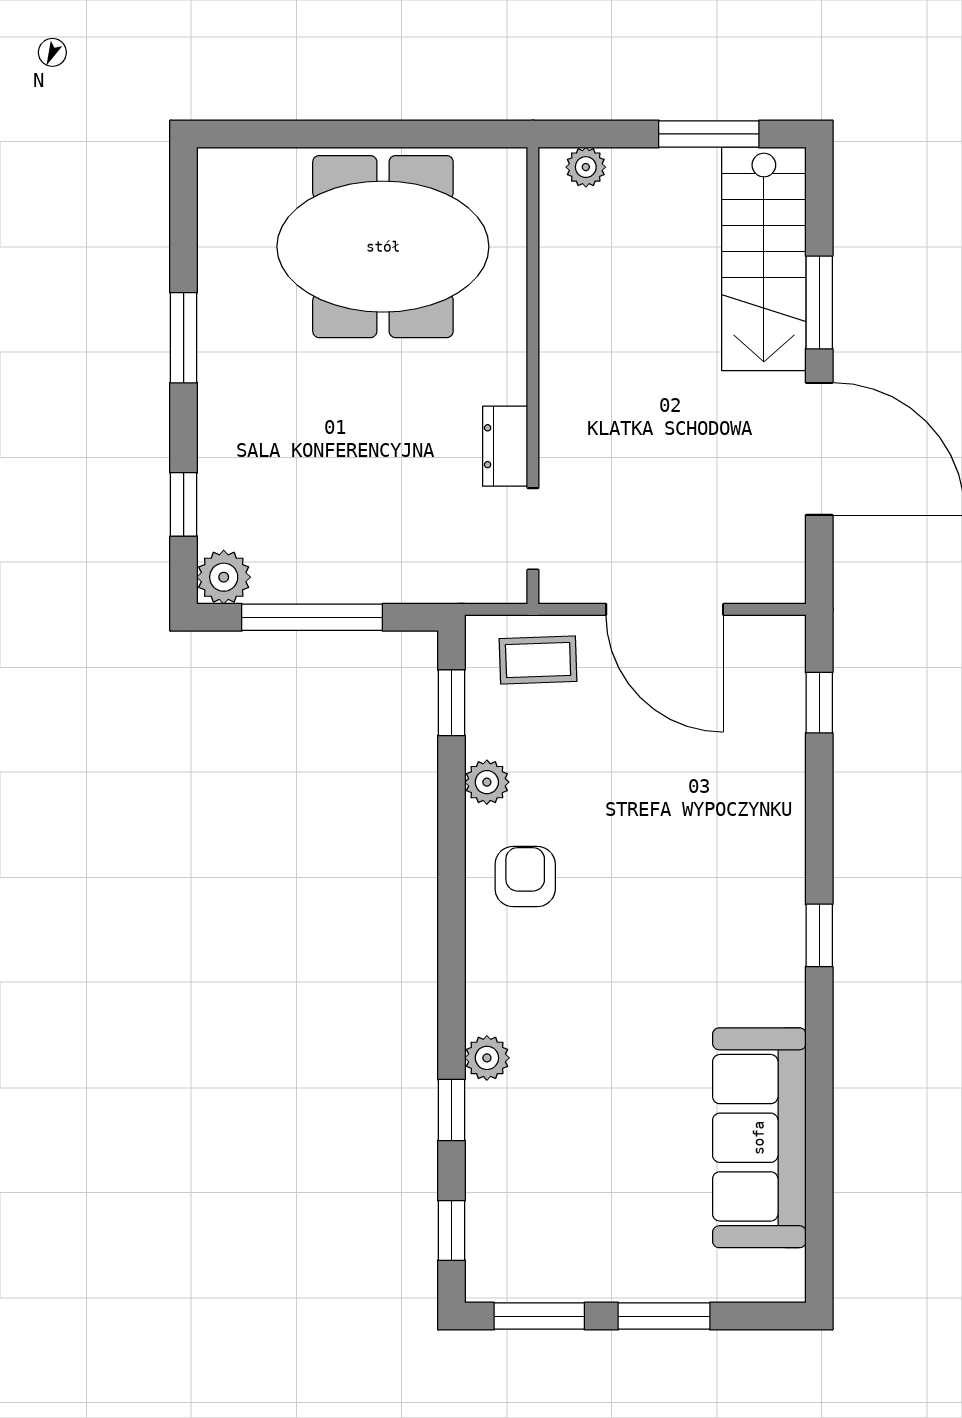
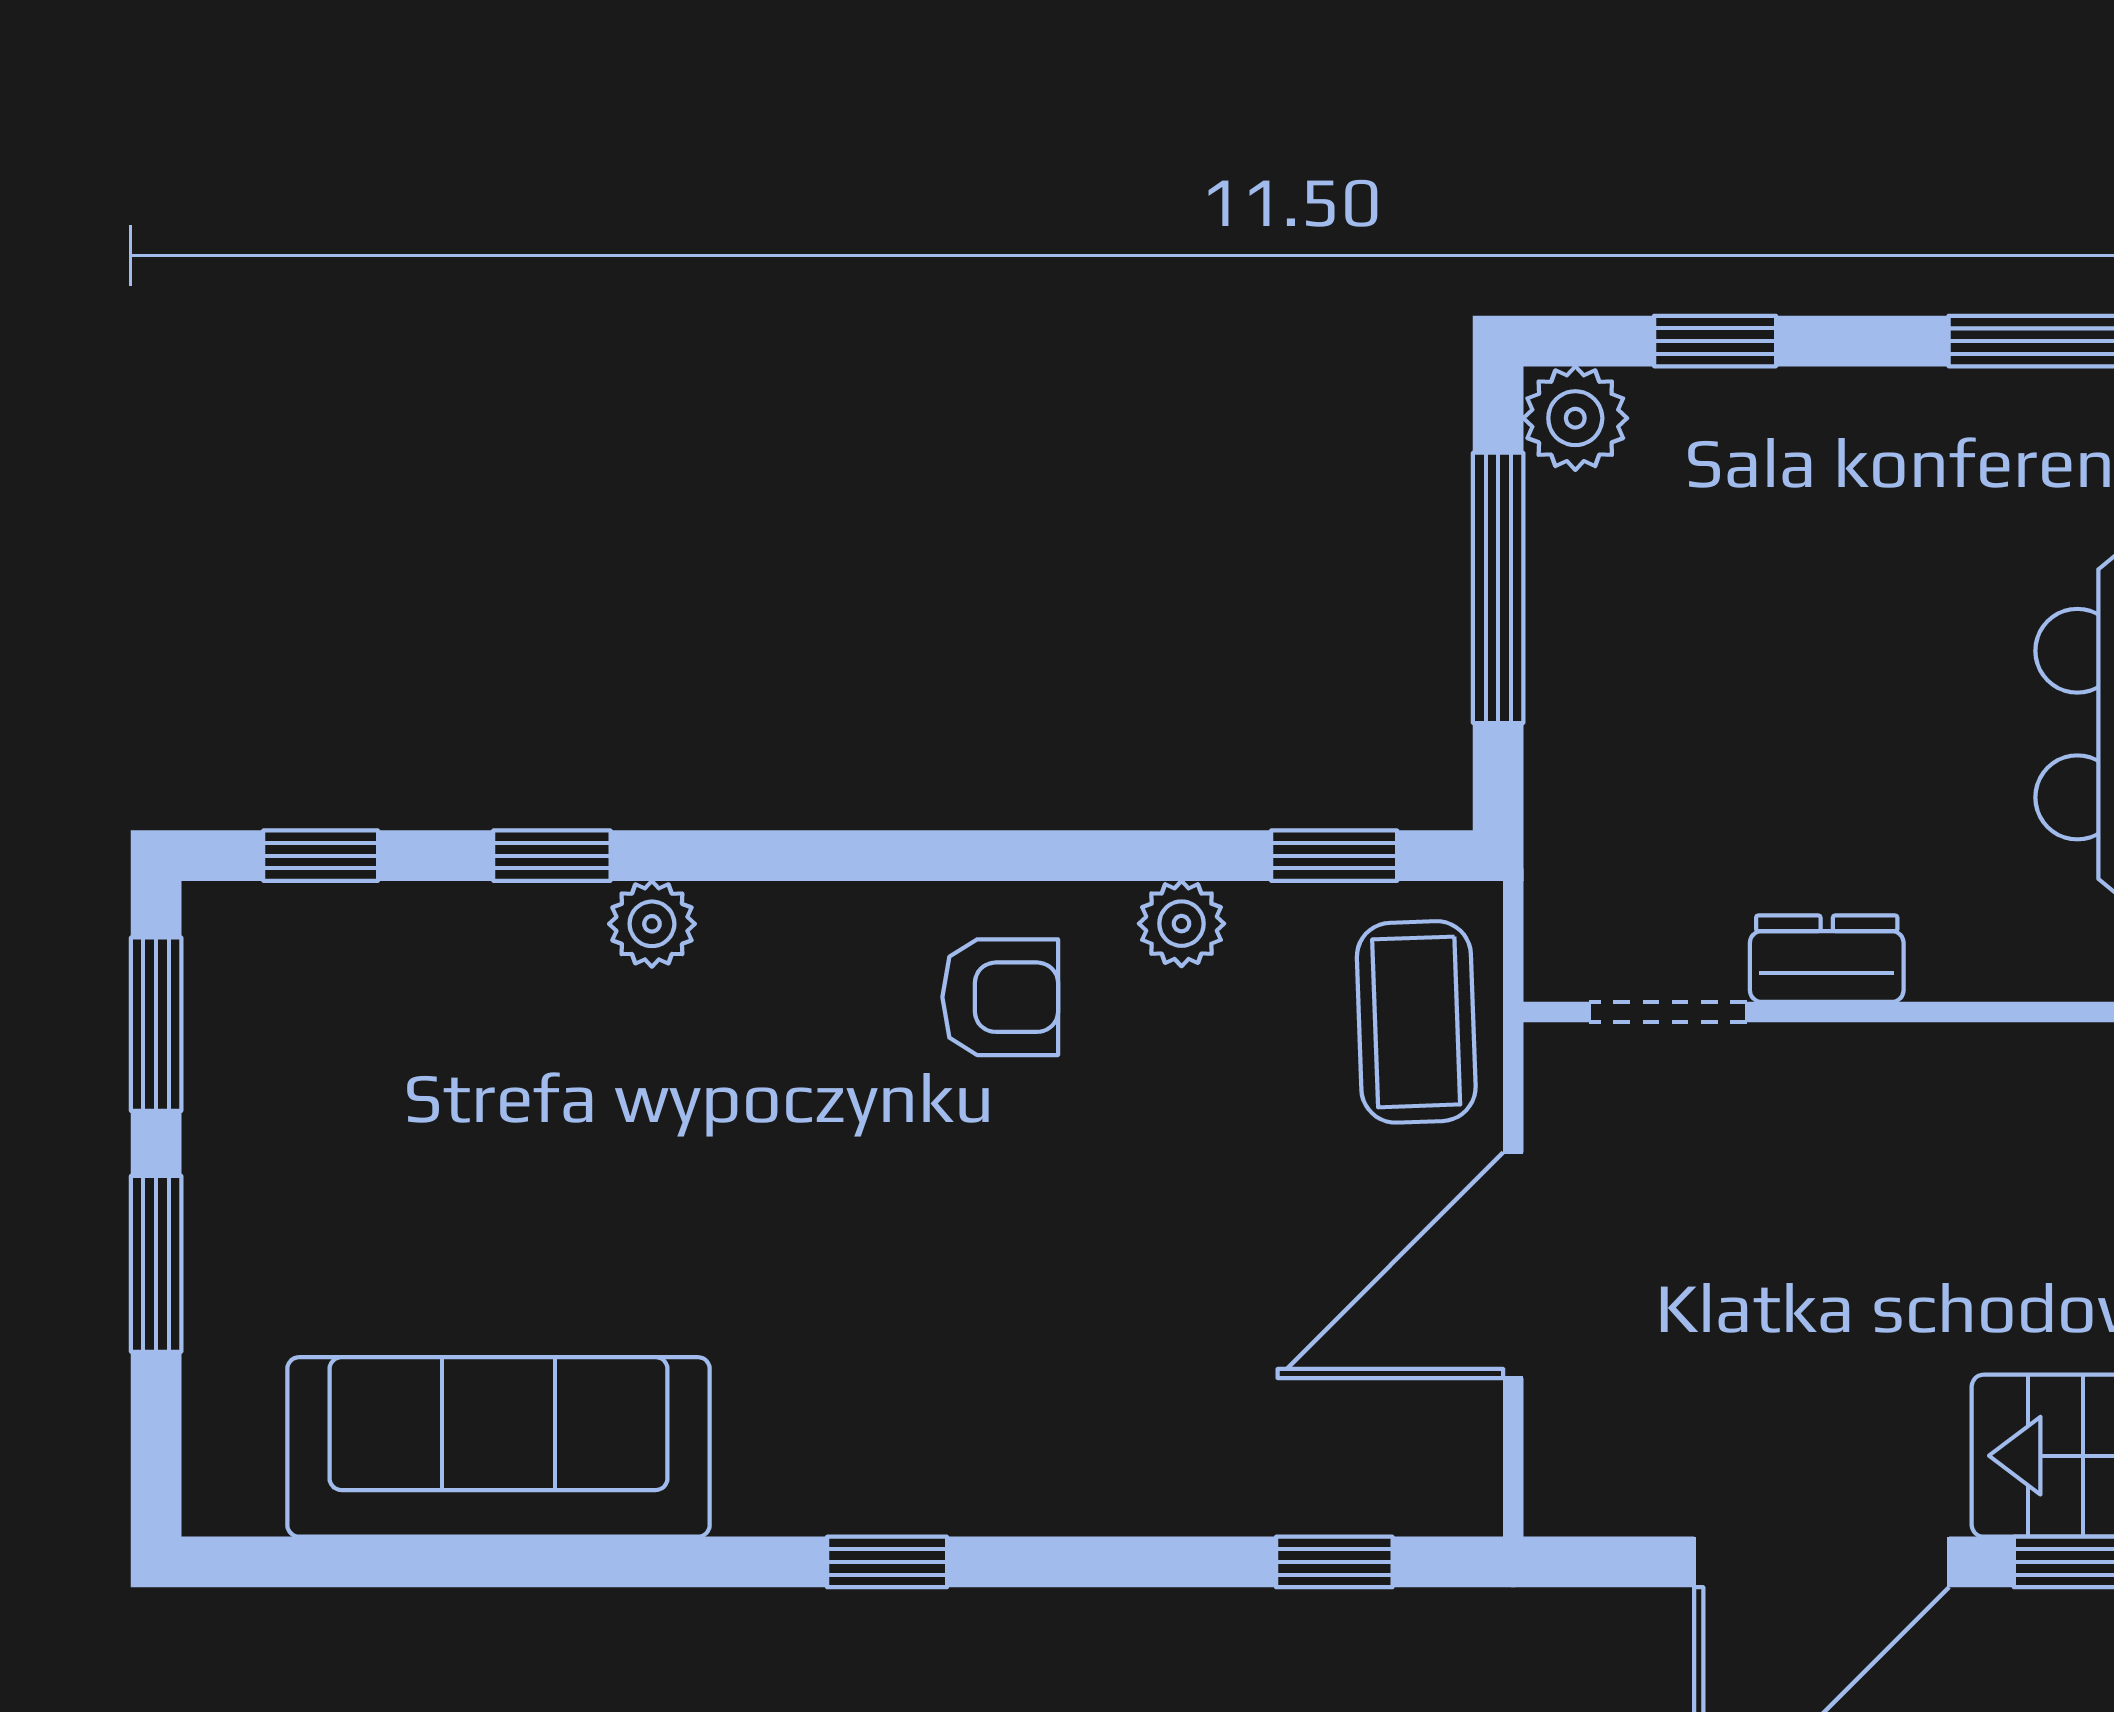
coffee table: (538, 660) -> (1416, 1022), width x1.36, depth x1.30

